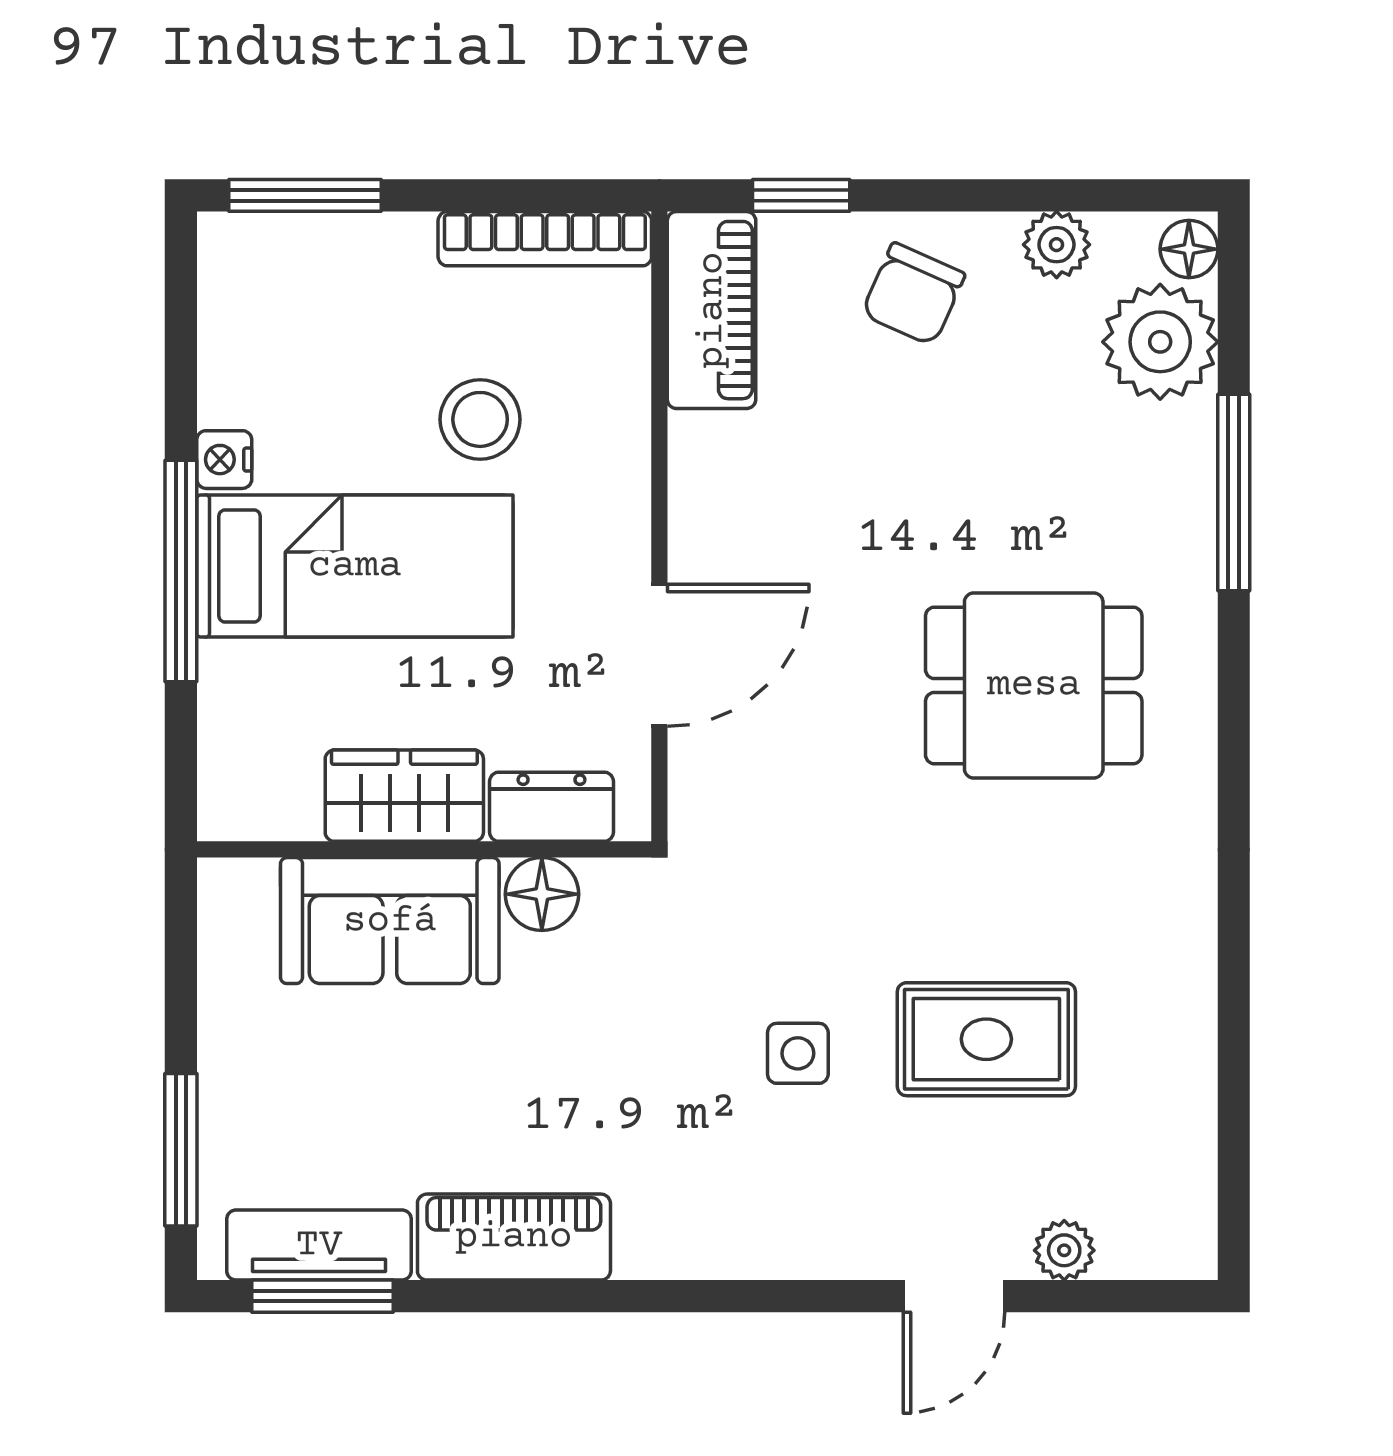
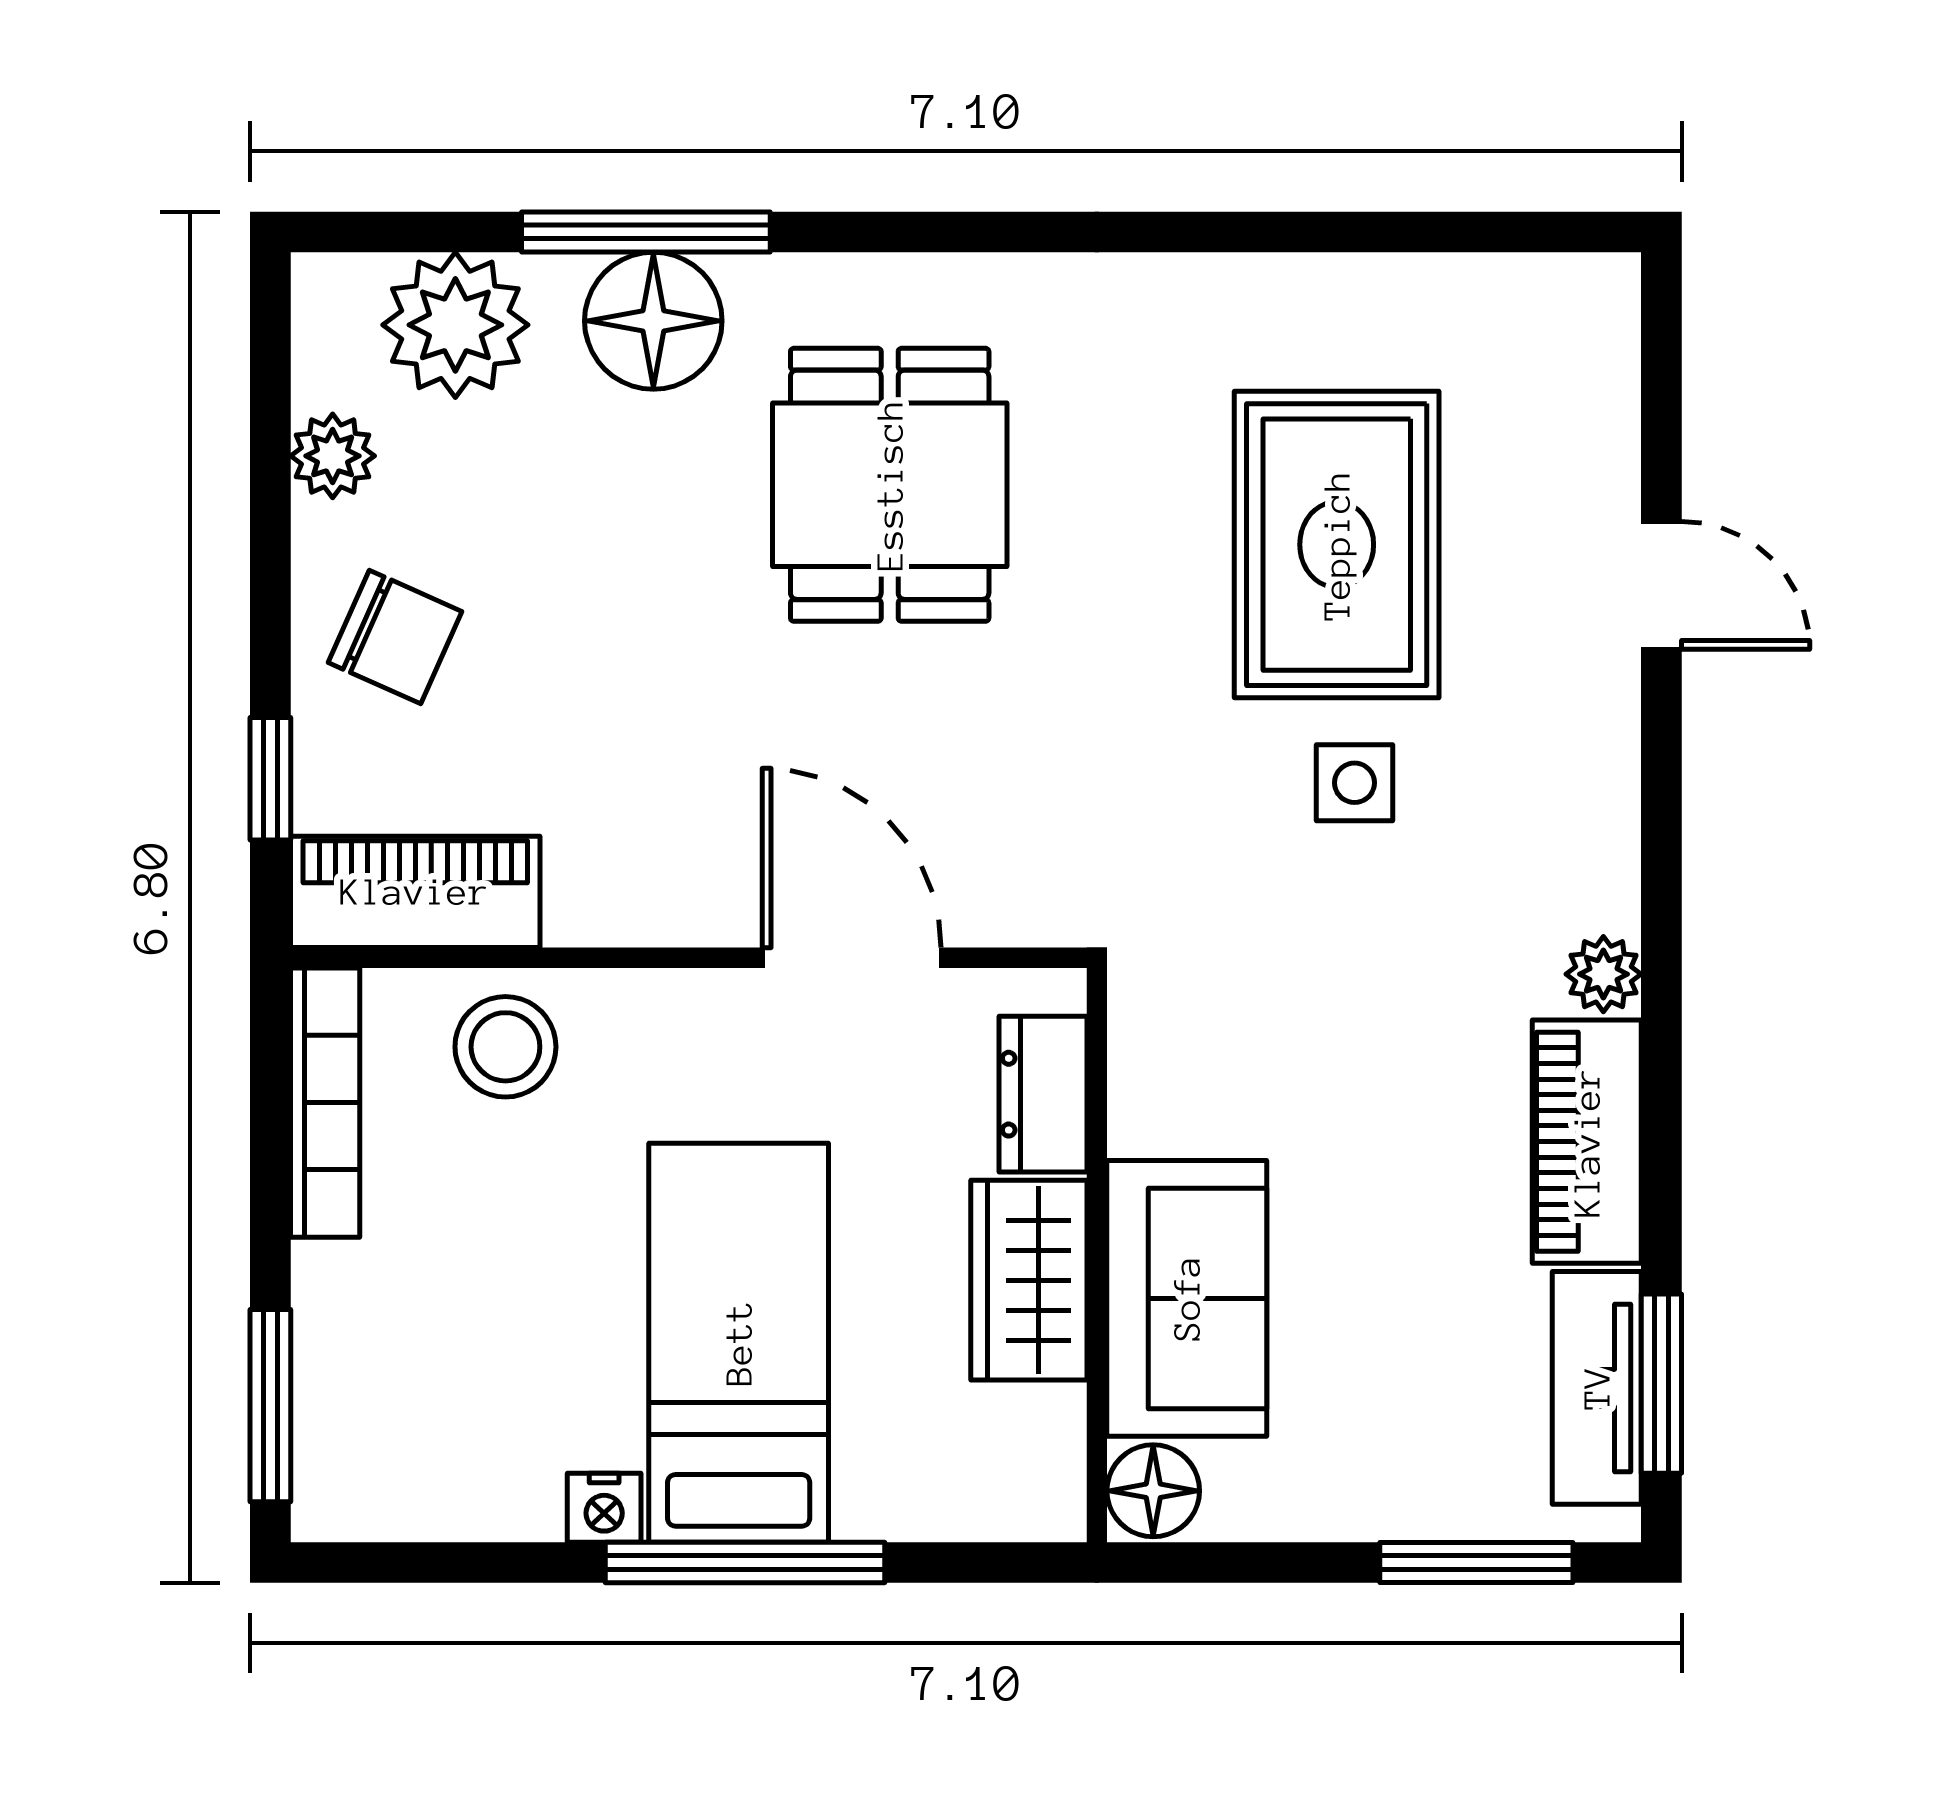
floor lamp: (1189, 249) -> (653, 321), moved, width x1.89, depth x1.89
stool: (480, 419) -> (505, 1047), moved
floor lamp: (542, 894) -> (1153, 1491), moved
rug: (986, 1039) -> (1337, 545), width x1.36, depth x1.43
plant: (1064, 1250) -> (1603, 974), moved

